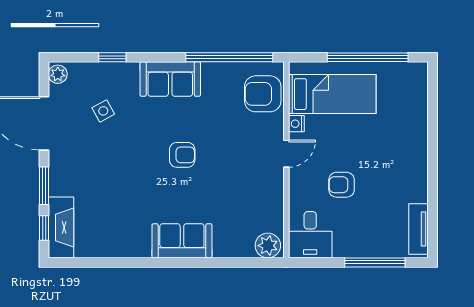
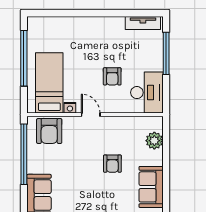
armchair: (182, 155) -> (112, 164), moved, turned 180
desk: (310, 235) -> (147, 93), width x1.37
plant: (268, 246) -> (154, 141), moved

